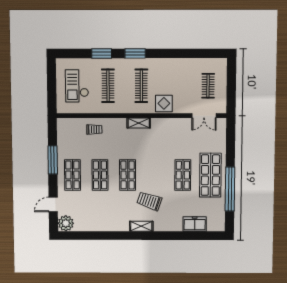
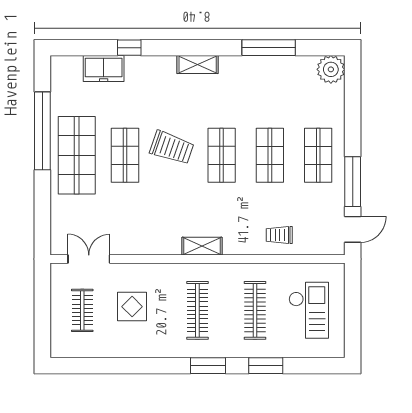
display table: (164, 103) -> (132, 307), moved
trolley: (149, 201) -> (172, 148), moved
door: (53, 204) -> (353, 229), moved
window: (101, 235) -> (269, 48), added
window: (180, 236) -> (129, 48), added

